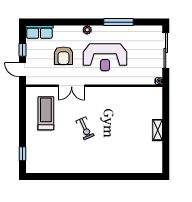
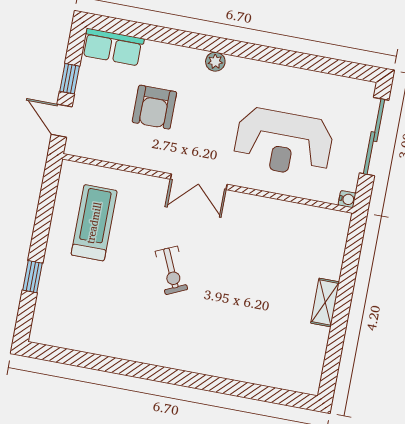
window: (118, 22) -> (285, 57), removed
reception desk: (105, 57) -> (284, 142), moved
double door: (72, 86) -> (199, 182), moved
window: (22, 154) -> (33, 277), moved

